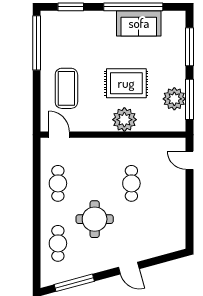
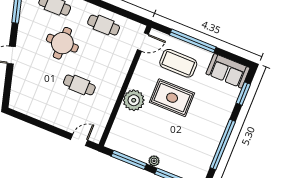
sofa: (139, 23) -> (228, 71), moved, turned -90
window: (37, 43) -> (193, 41), moved
rug: (126, 83) -> (172, 98), moved, turned 90
plant: (174, 99) -> (154, 161), moved, width x0.53, depth x0.53

